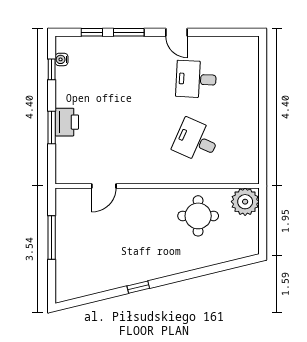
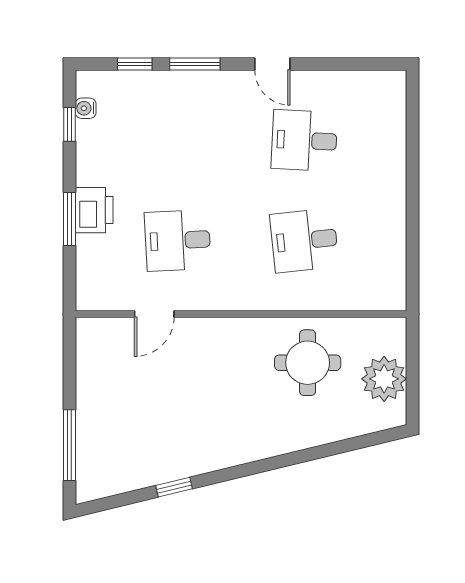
desk: (118, 141) -> (178, 240), added
desk: (196, 141) -> (304, 240), turned -30
plant: (245, 202) -> (384, 379), moved
window: (52, 237) -> (69, 445), moved
window: (138, 287) -> (174, 487), moved

